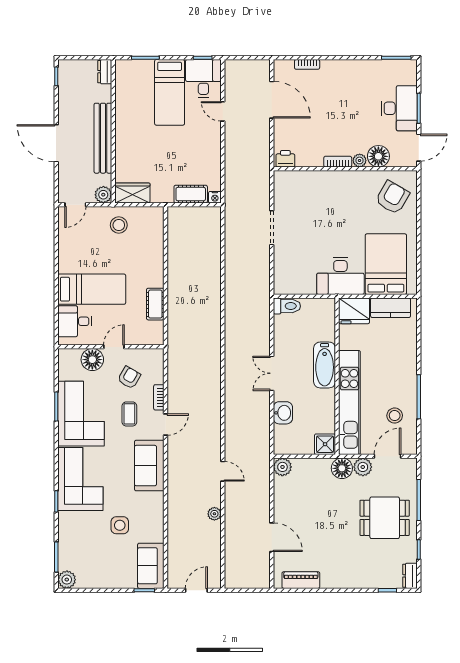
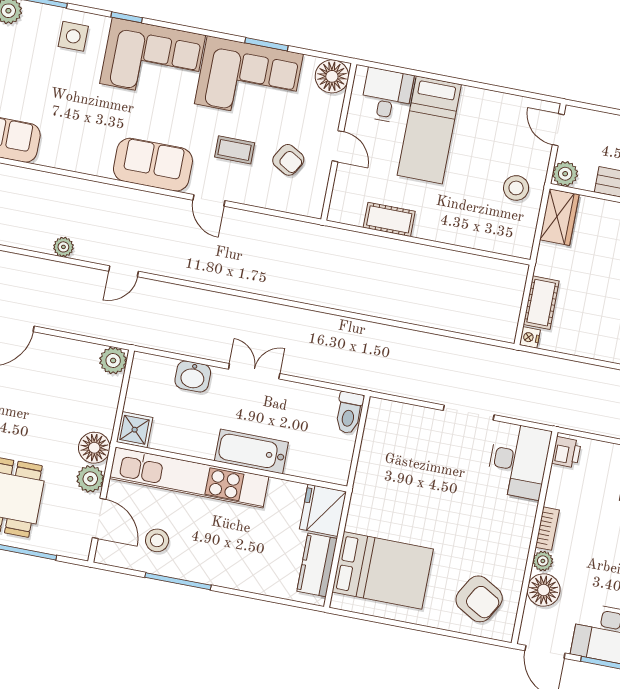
desk: (340, 276) -> (519, 461), moved, turned 180
floor lamp: (92, 360) -> (332, 76), moved
bookcase: (159, 397) -> (251, 198), removed
side table: (120, 525) -> (73, 36), moved

